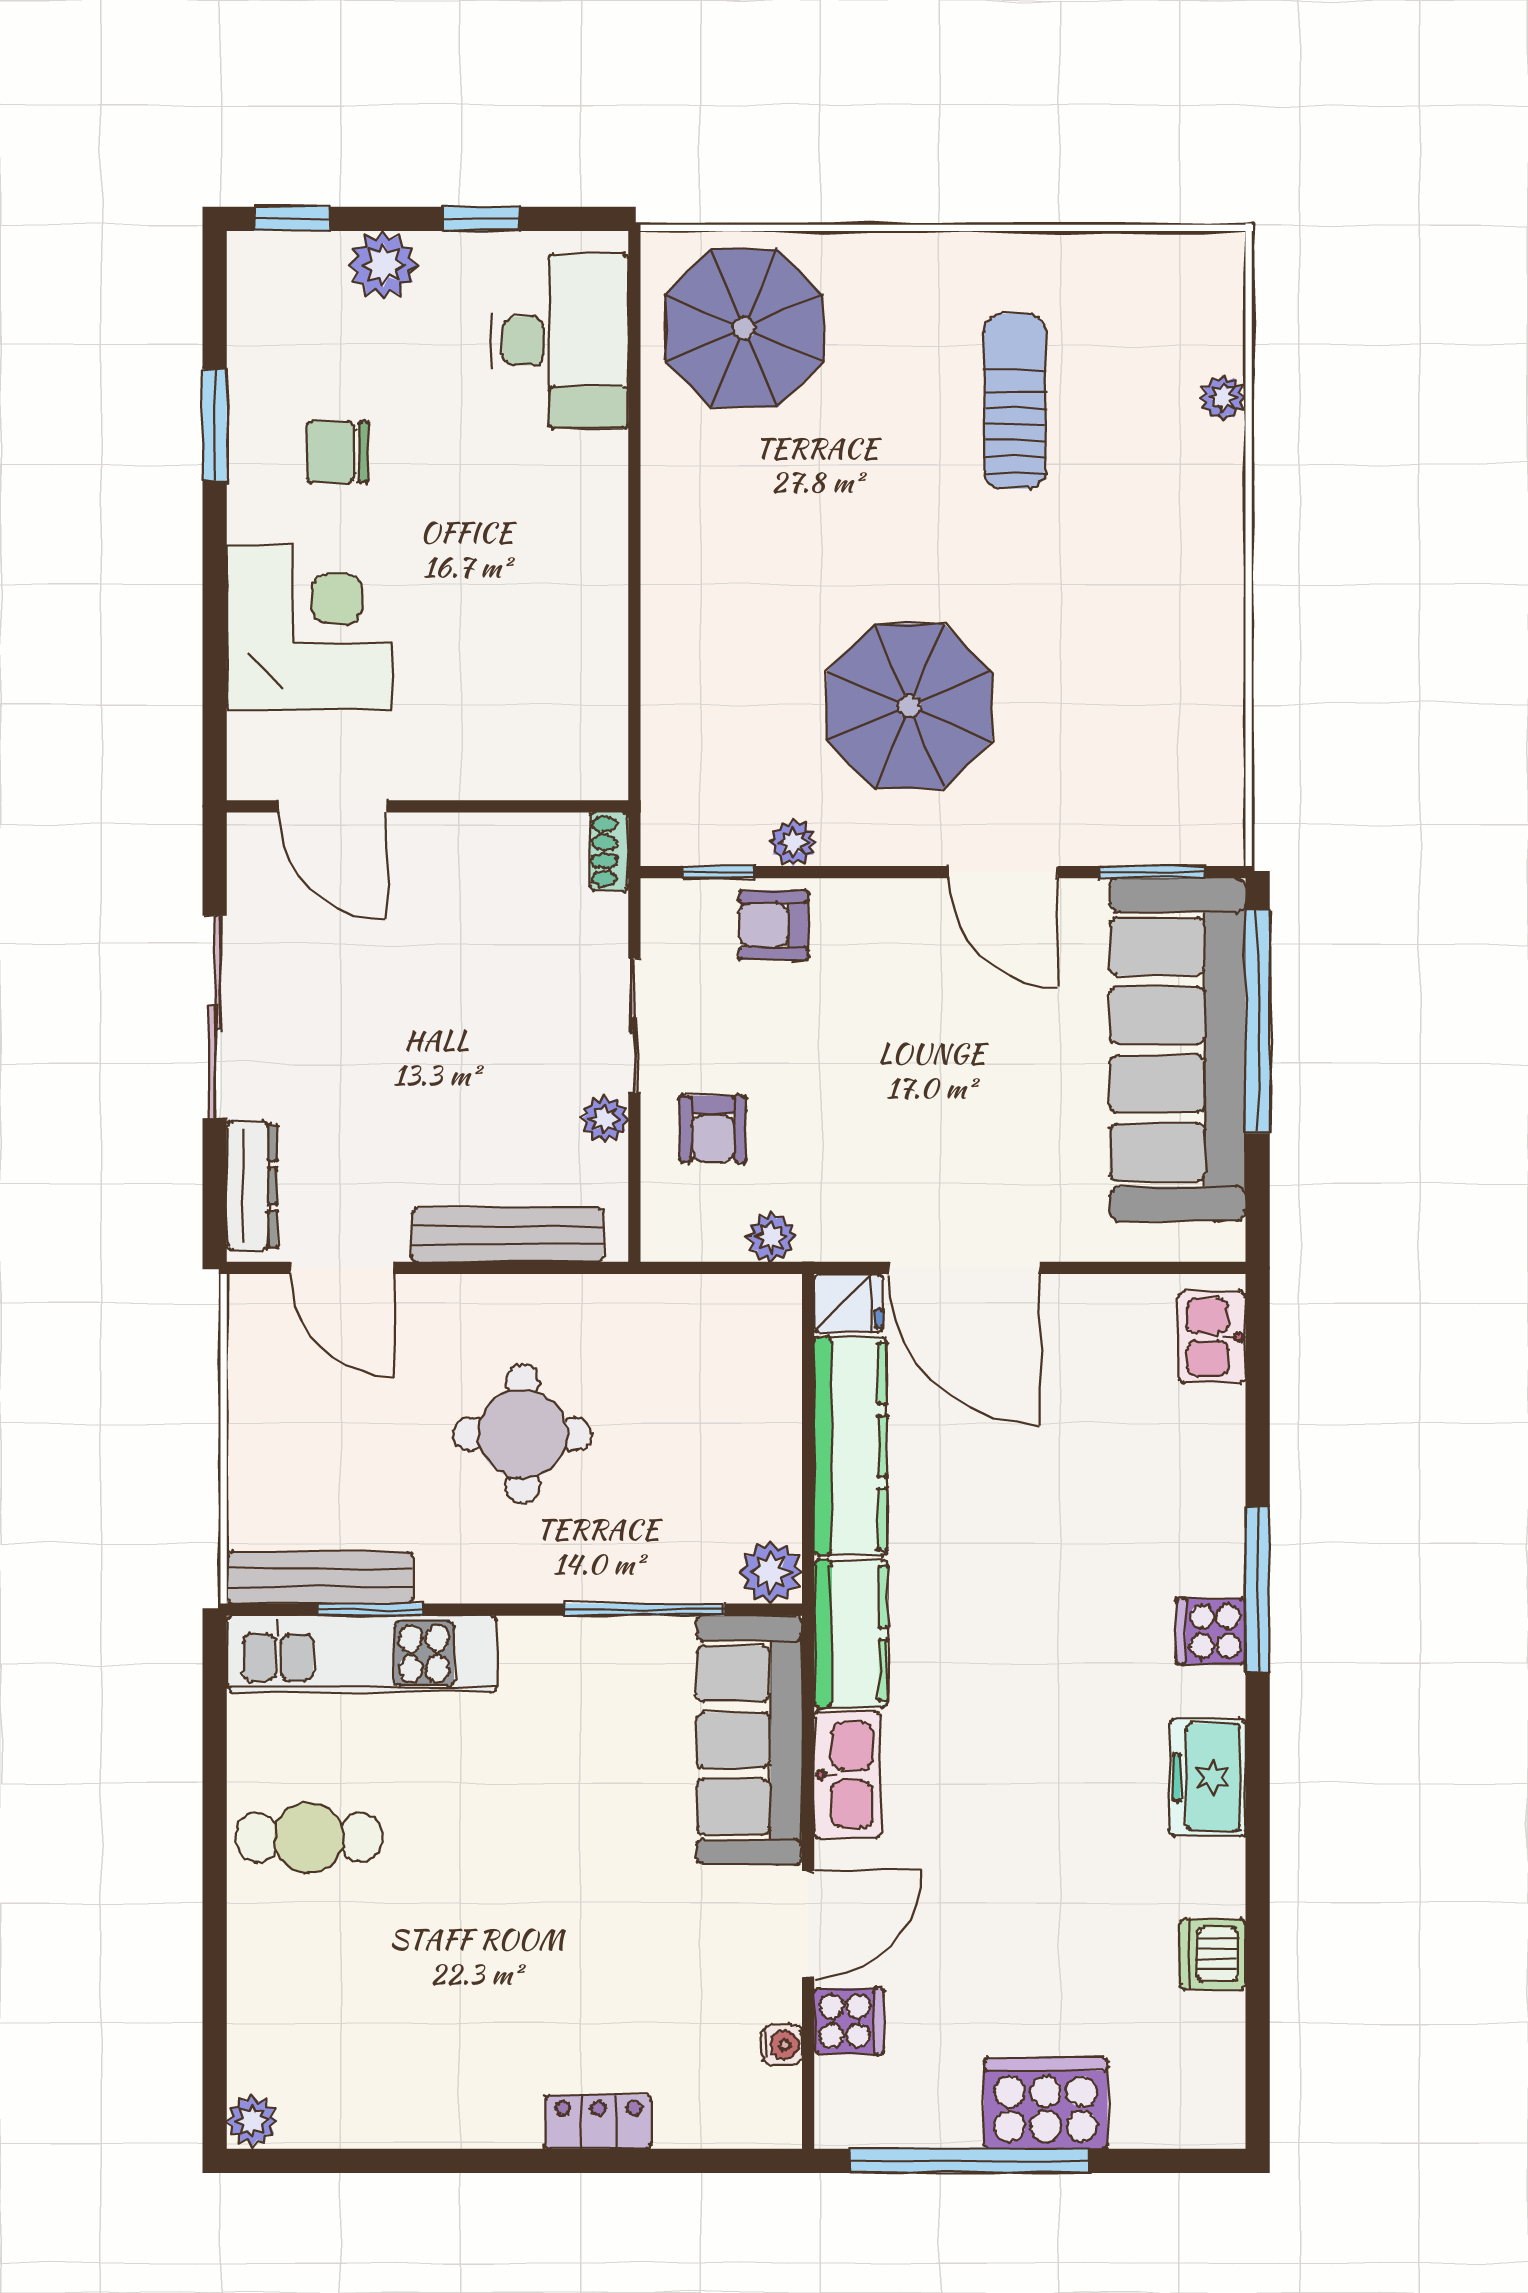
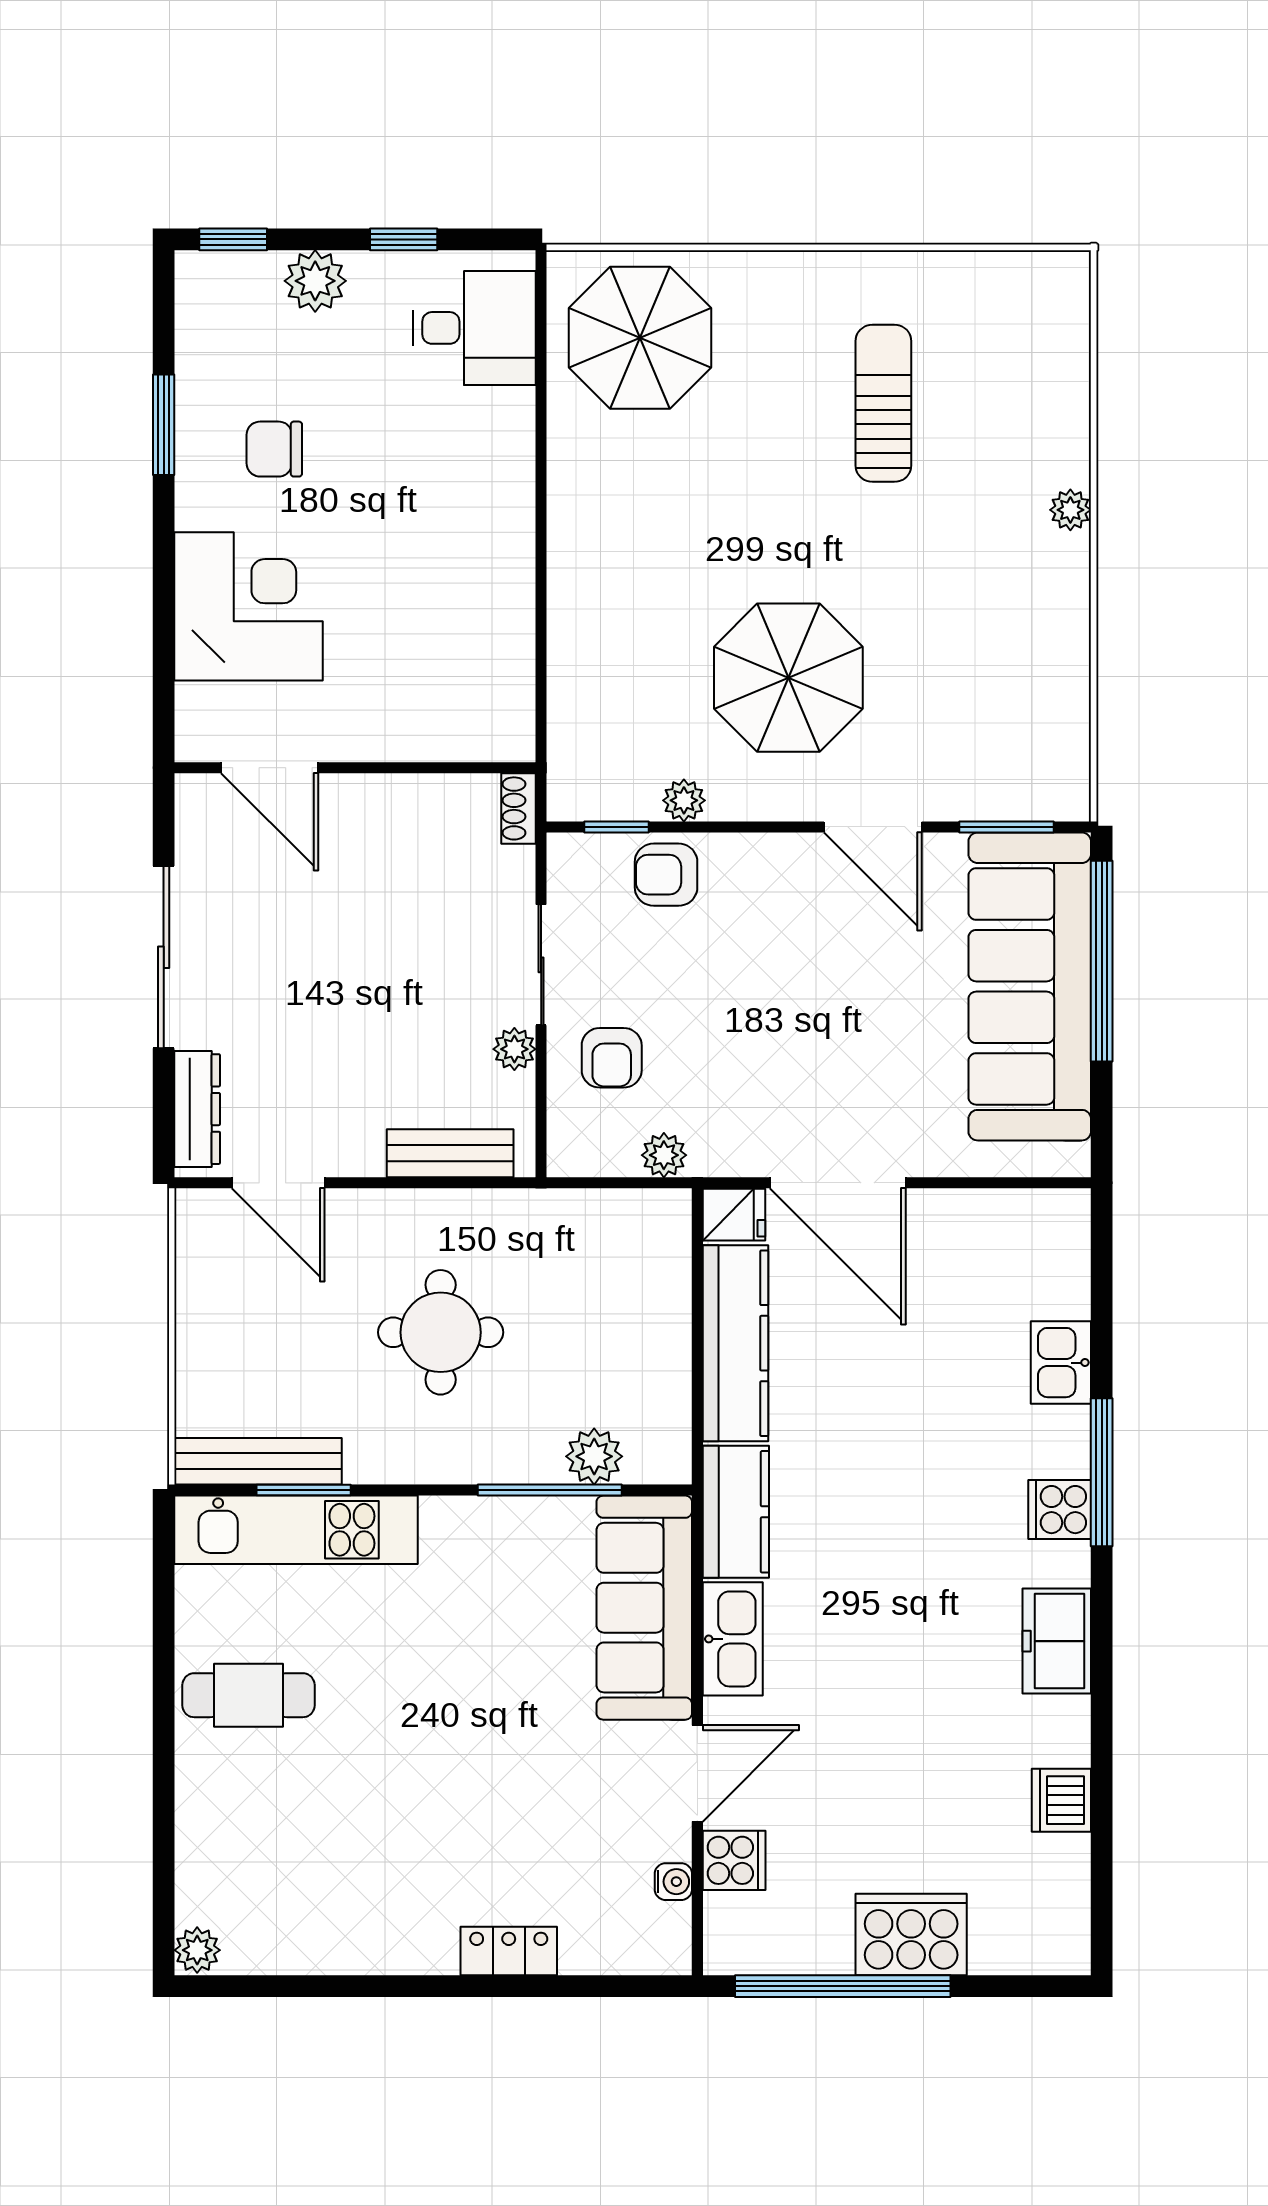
desk: (560, 341) -> (474, 328), width x0.73
plant: (1223, 398) -> (1070, 510), moved
bench: (508, 1235) -> (450, 1153), width x0.73
kitchen sink: (1212, 1337) -> (1061, 1363), moved
plant: (771, 1572) -> (594, 1456), moved

